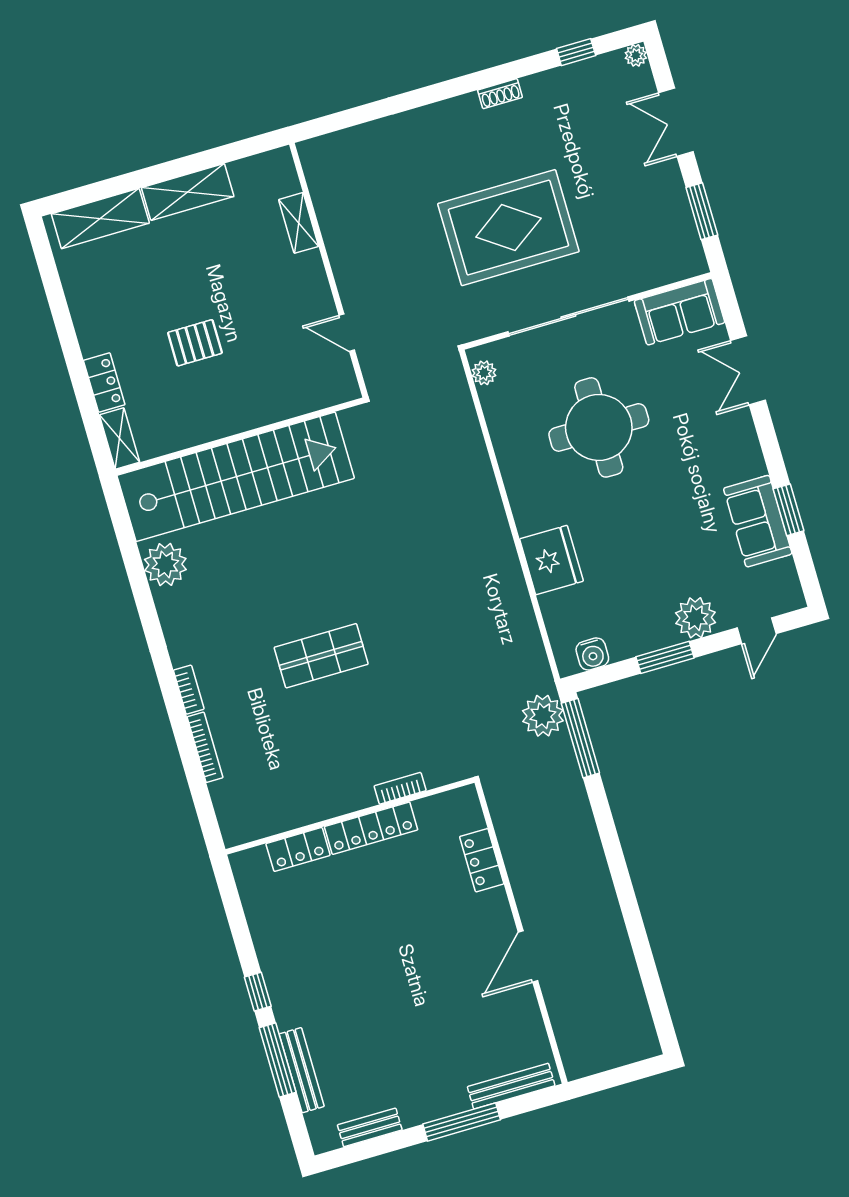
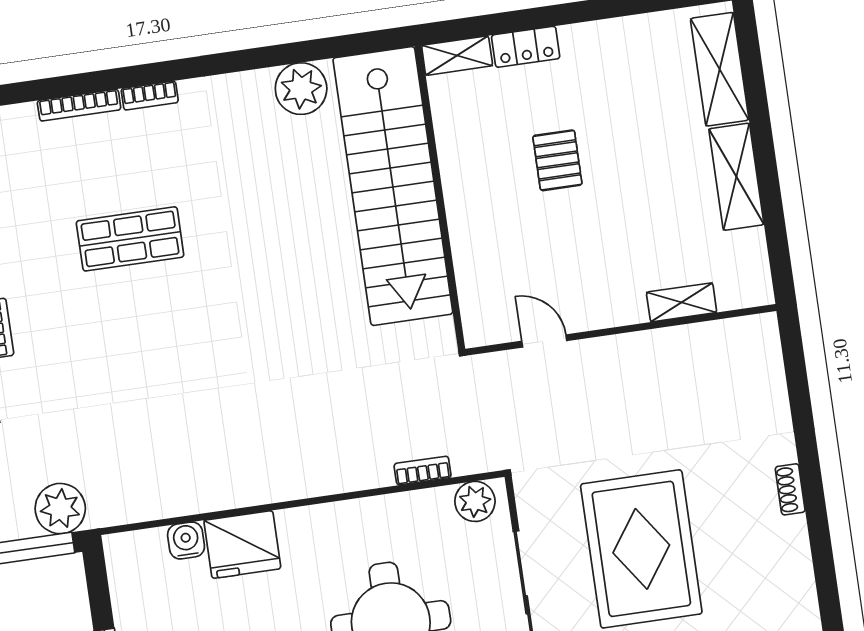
shoe rack: (500, 94) -> (790, 489), moved
door: (347, 333) -> (544, 341), hinge flipped
plant: (484, 373) -> (475, 501), width x1.38, depth x1.38
bookcase: (469, 419) -> (423, 471), added
water cooler: (592, 654) -> (186, 540), moved, turned 90
shop shelf: (321, 656) -> (130, 239), moved, turned 90

